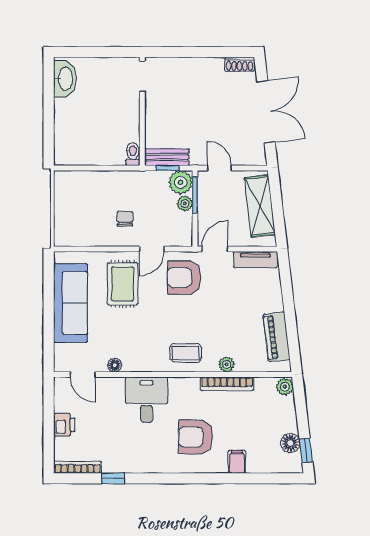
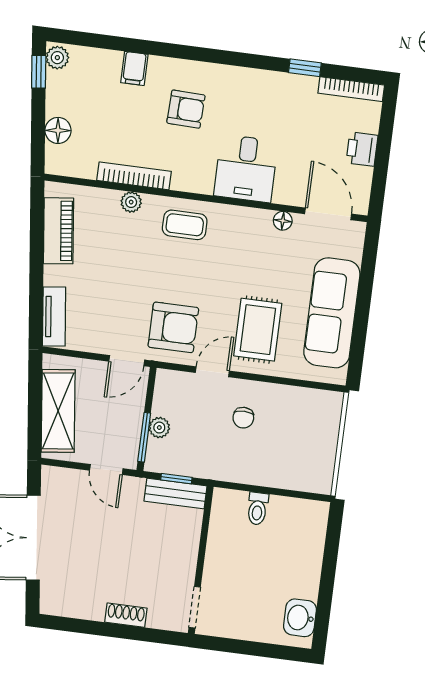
shoe rack: (239, 64) -> (126, 615), moved
washbasin: (65, 79) -> (300, 618), width x0.72
toilet: (133, 154) -> (258, 509), moved
plant: (181, 182) -> (161, 457), removed
tv unit: (255, 260) -> (54, 316), moved, turned 83
door: (83, 375) -> (328, 214), width x1.37
plant: (285, 387) -> (57, 58), moved
armchair: (196, 437) -> (186, 109), width x0.72, depth x0.72
floor lamp: (290, 443) -> (58, 130), moved

